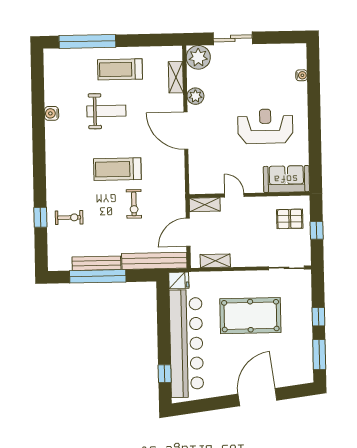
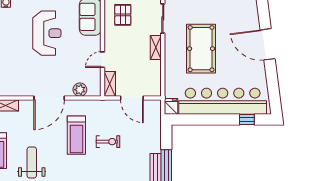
plant: (195, 96) -> (80, 90), moved
reception desk: (265, 126) -> (47, 33), turned 180
treadmill: (117, 169) -> (76, 135), moved
bench: (154, 261) -> (155, 126), removed
shelving: (215, 261) -> (156, 48), moved

